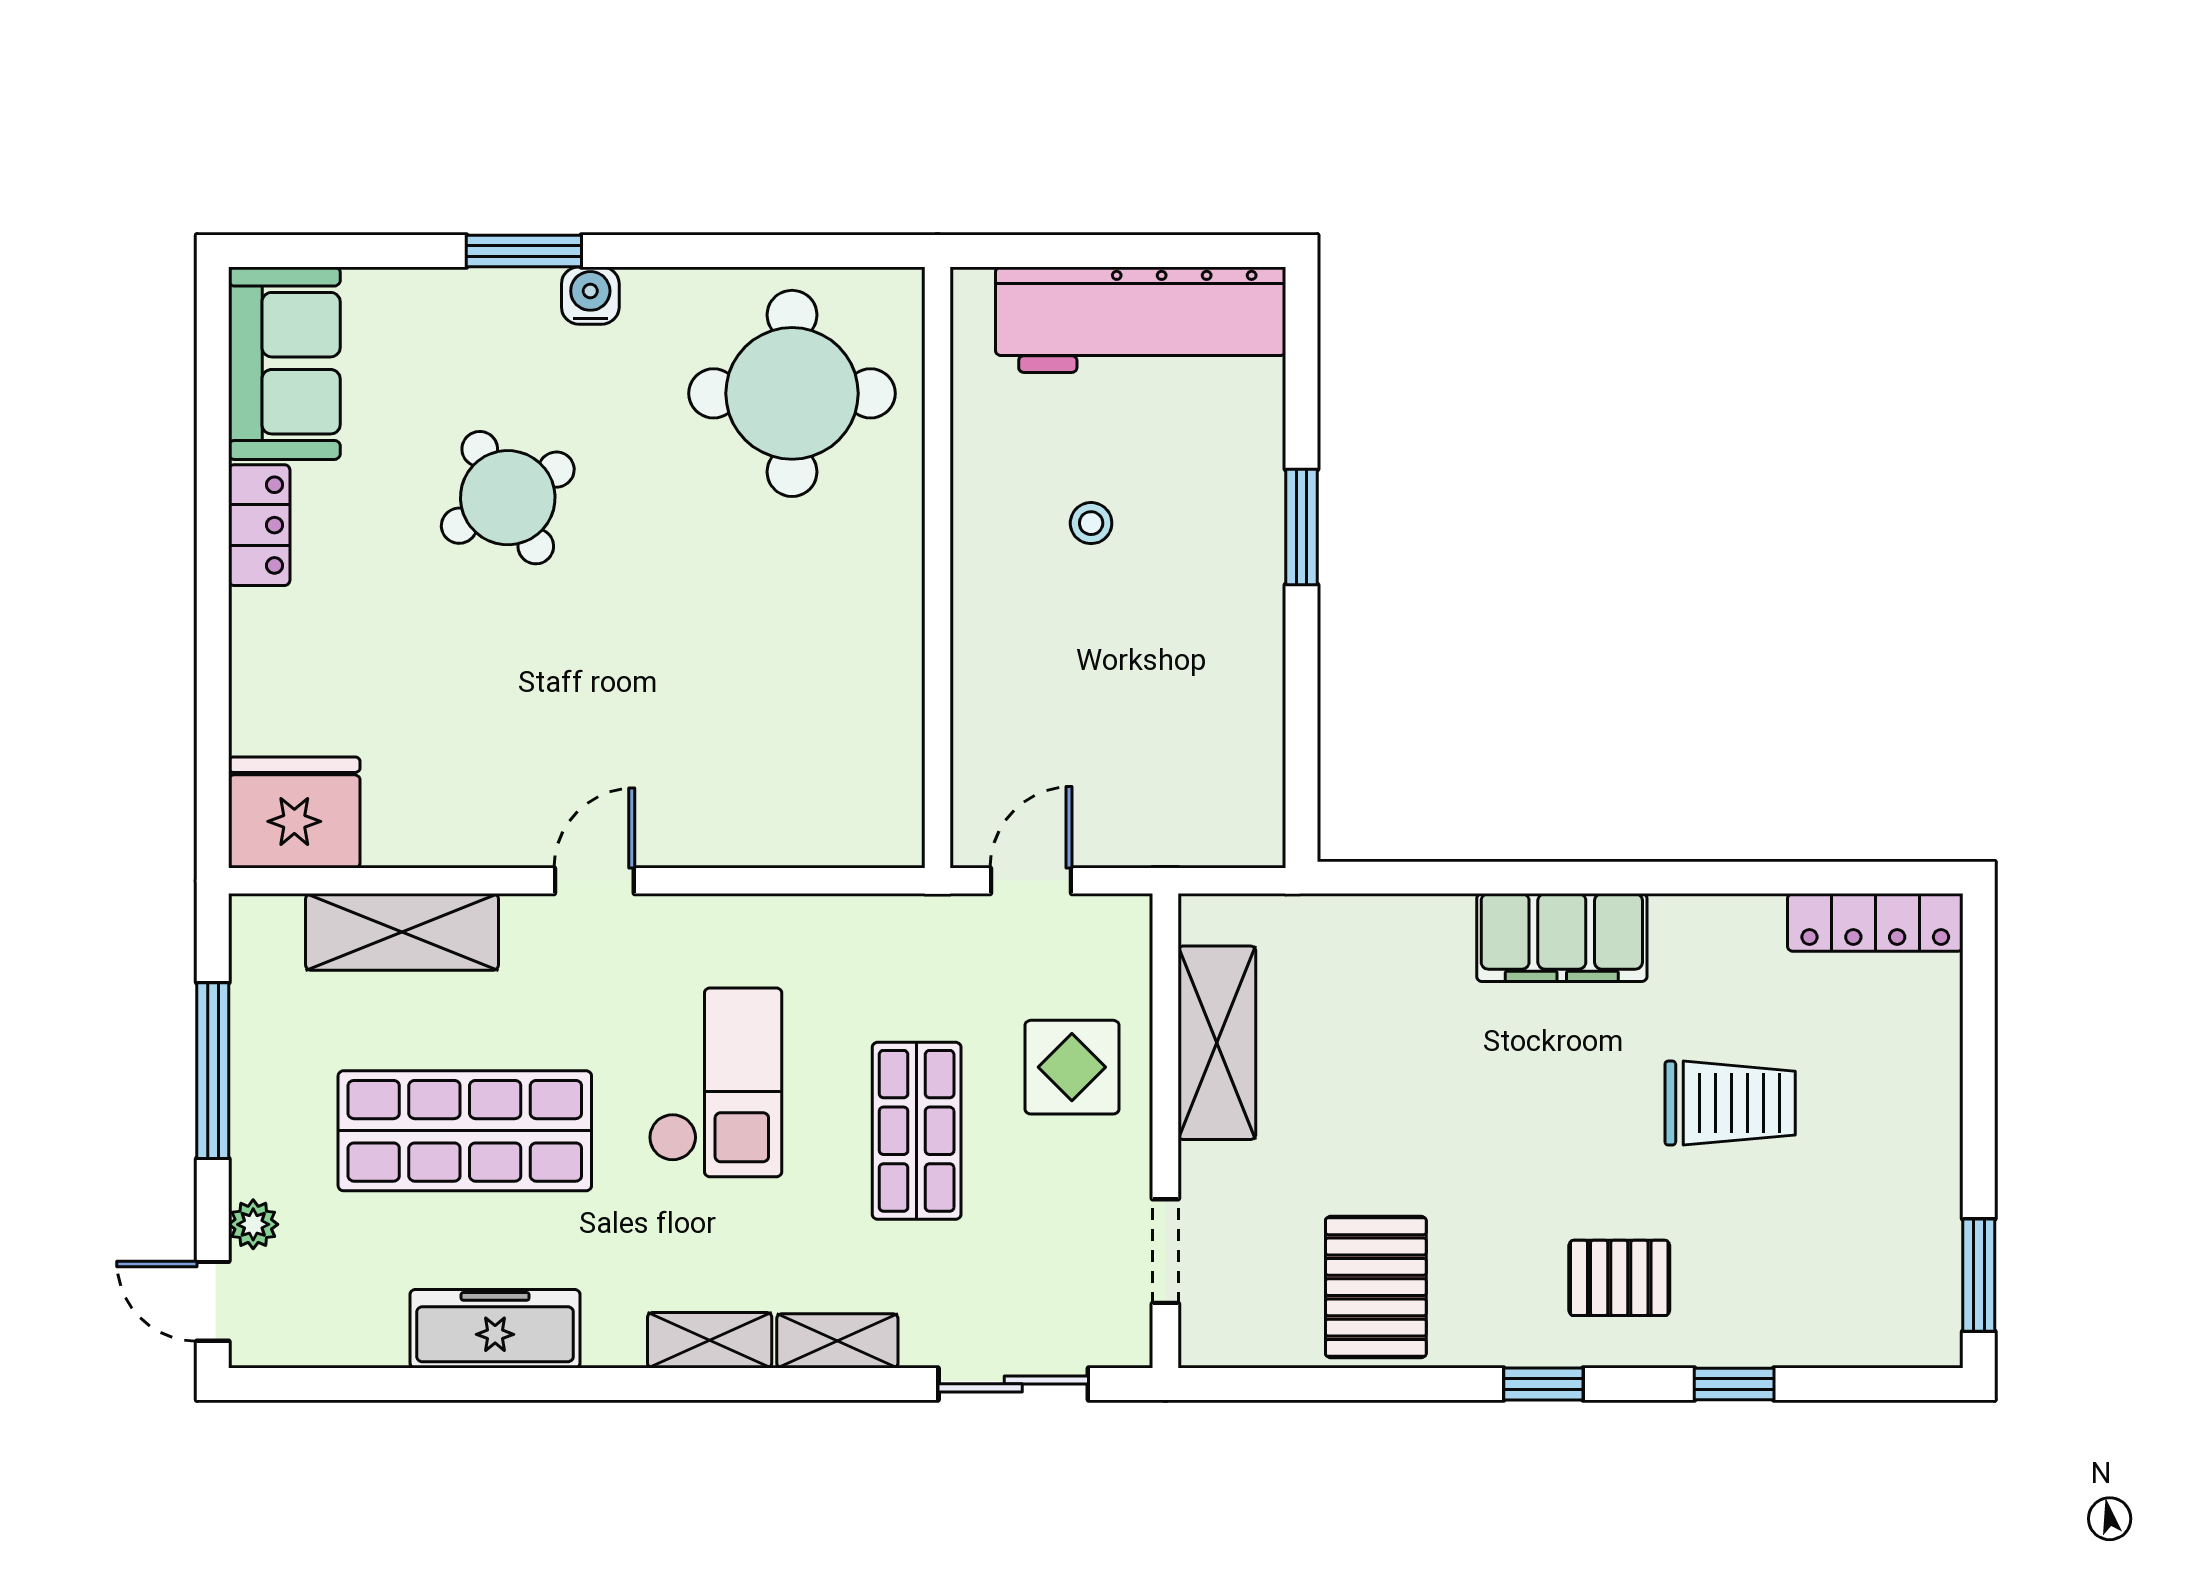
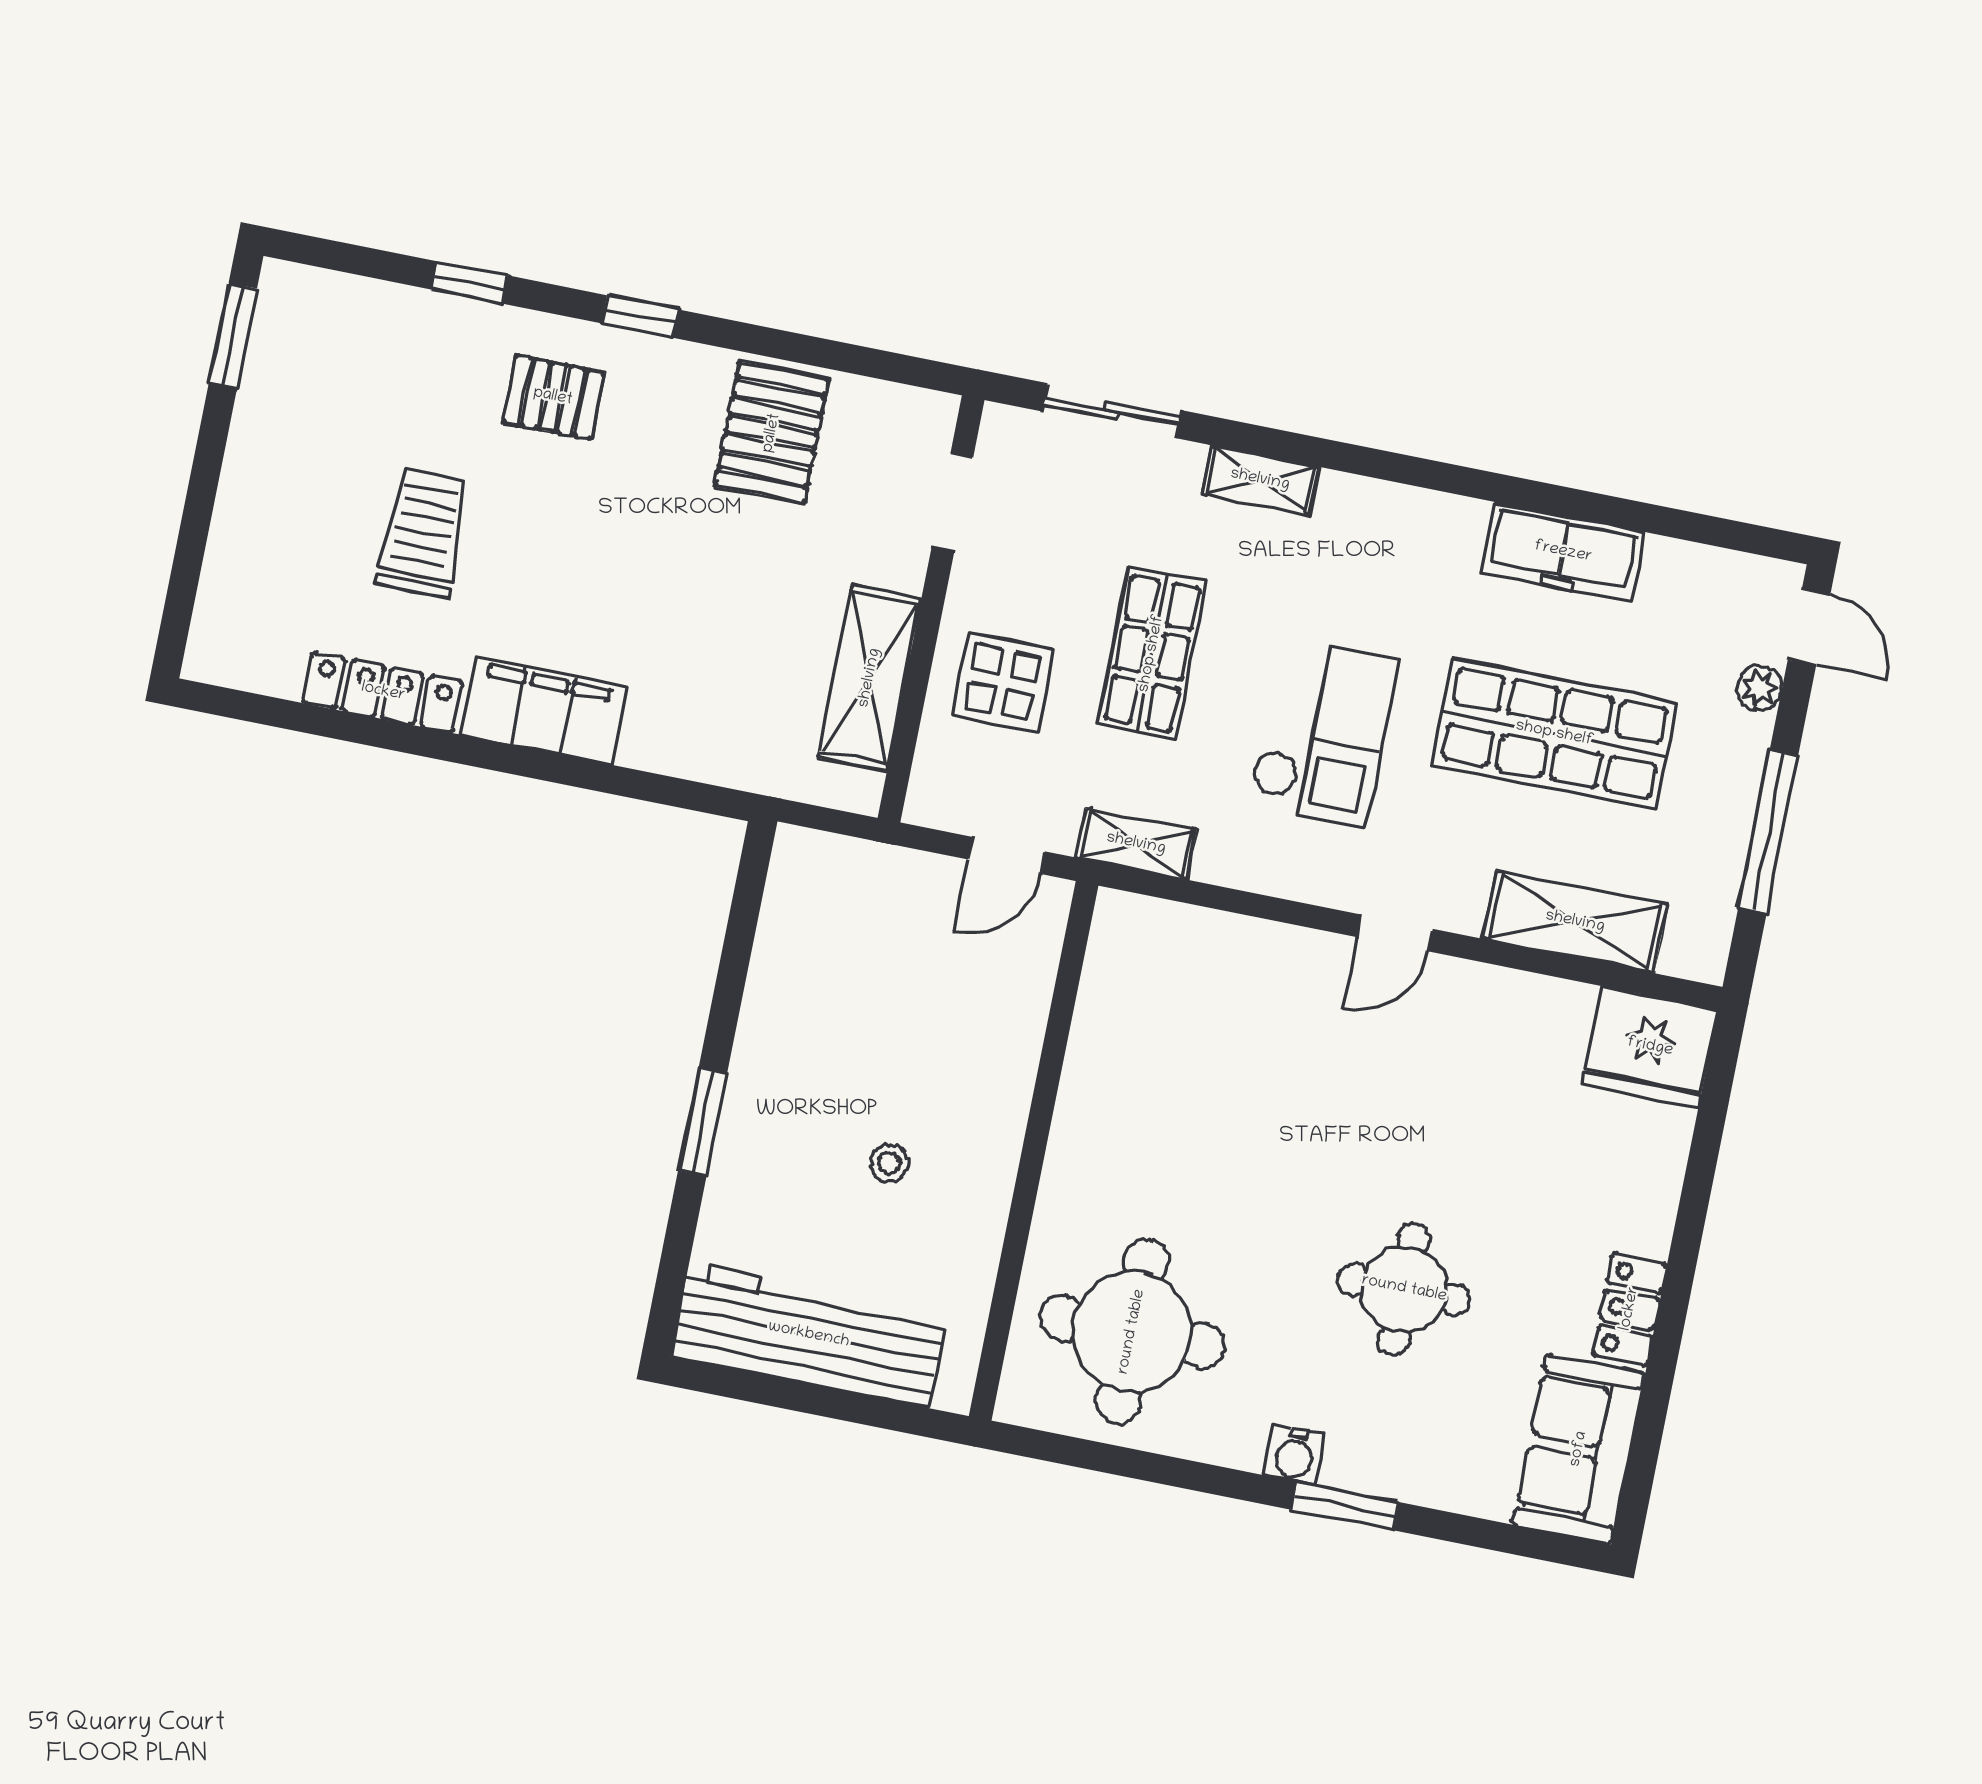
round table: (508, 498) -> (1404, 1289), turned 30
locker: (1875, 922) -> (383, 692), moved
checkout: (715, 1082) -> (1323, 732), turned 180
trolley: (1730, 1103) -> (423, 533), turned 90
shelving: (710, 1340) -> (1136, 844), moved

